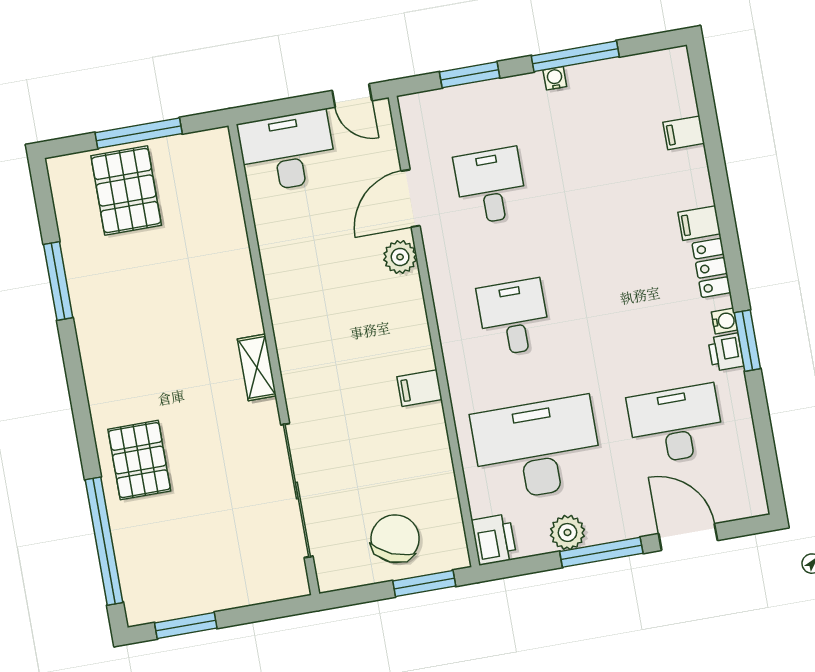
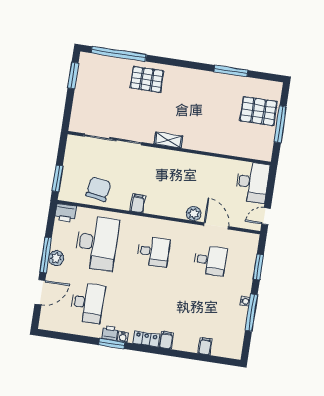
plant: (567, 532) -> (56, 258), moved
chair: (395, 539) -> (98, 189), moved, turned -104

